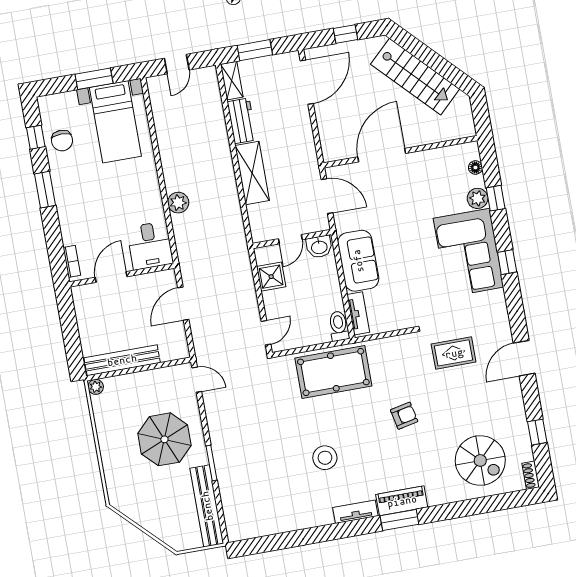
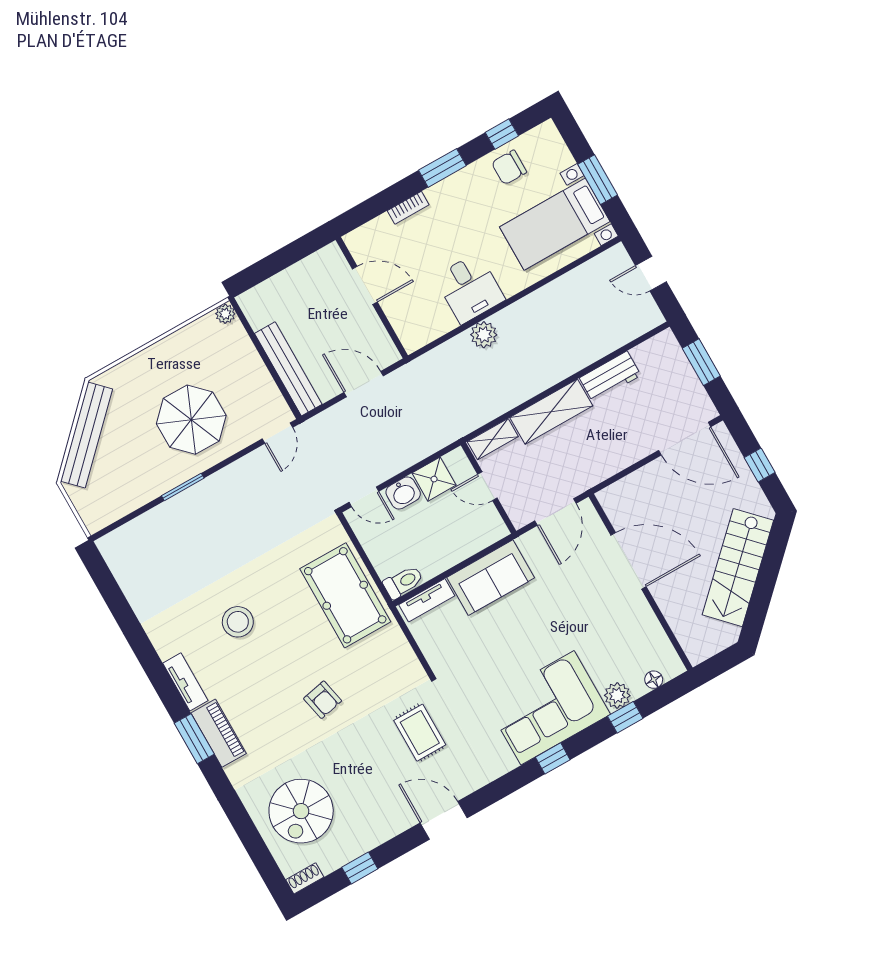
shelving: (232, 81) -> (493, 439), moved
desk: (150, 246) -> (470, 288), moved, turned -90
washbasin: (319, 247) -> (403, 493), moved, turned -90
bookcase: (72, 261) -> (408, 208), moved
bench: (122, 360) -> (288, 369), moved
bench: (207, 506) -> (87, 435), moved, turned -45

